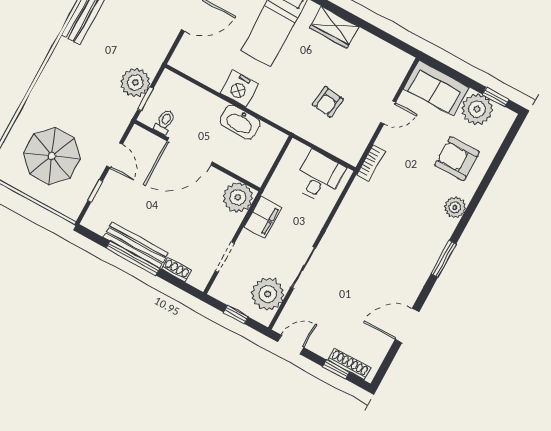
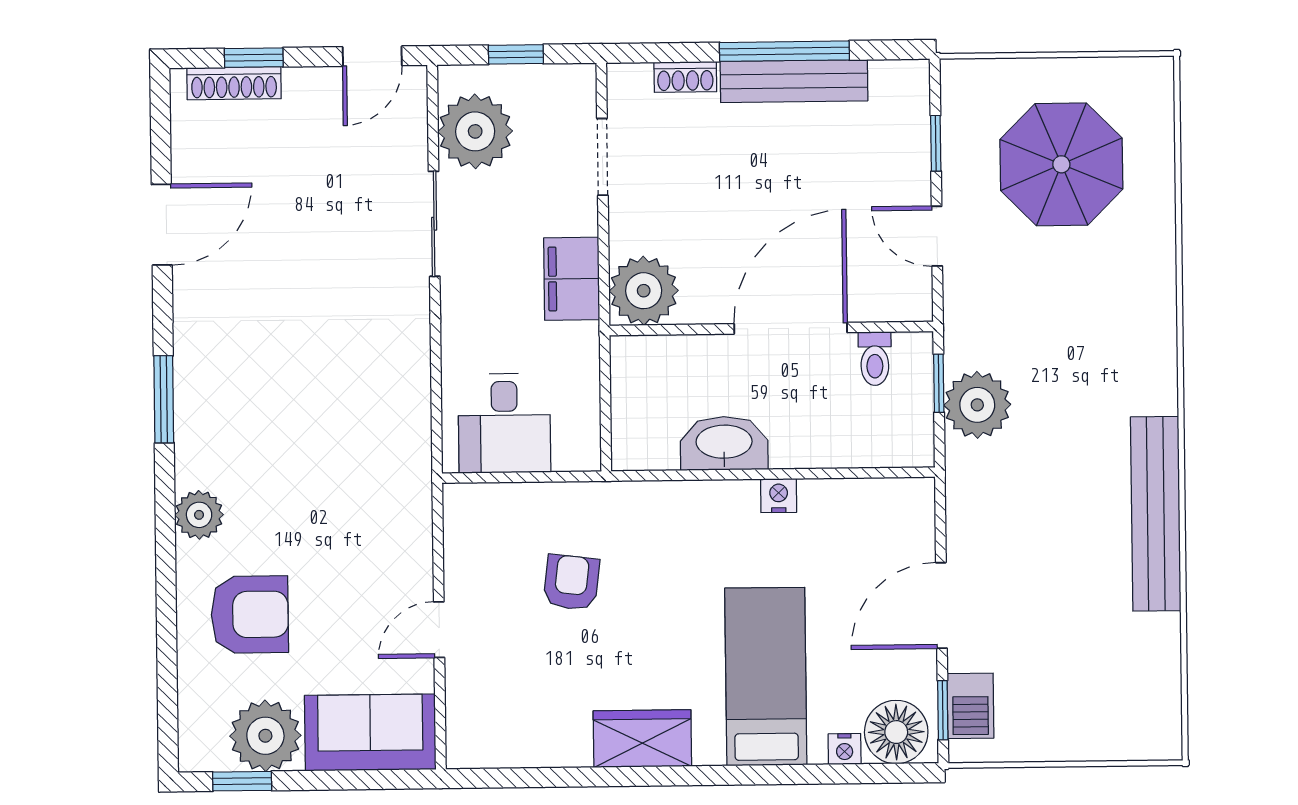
nightstand: (239, 89) -> (779, 496), width x0.53, depth x0.56
bookcase: (371, 163) -> (417, 510), removed

